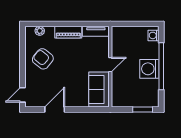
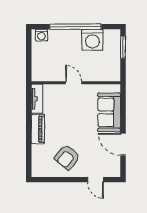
plant: (40, 31) -> (36, 161), removed
washing machine: (149, 69) -> (92, 40), moved
sofa: (99, 89) -> (109, 112), moved, turned 90
door: (22, 95) -> (96, 180), moved

